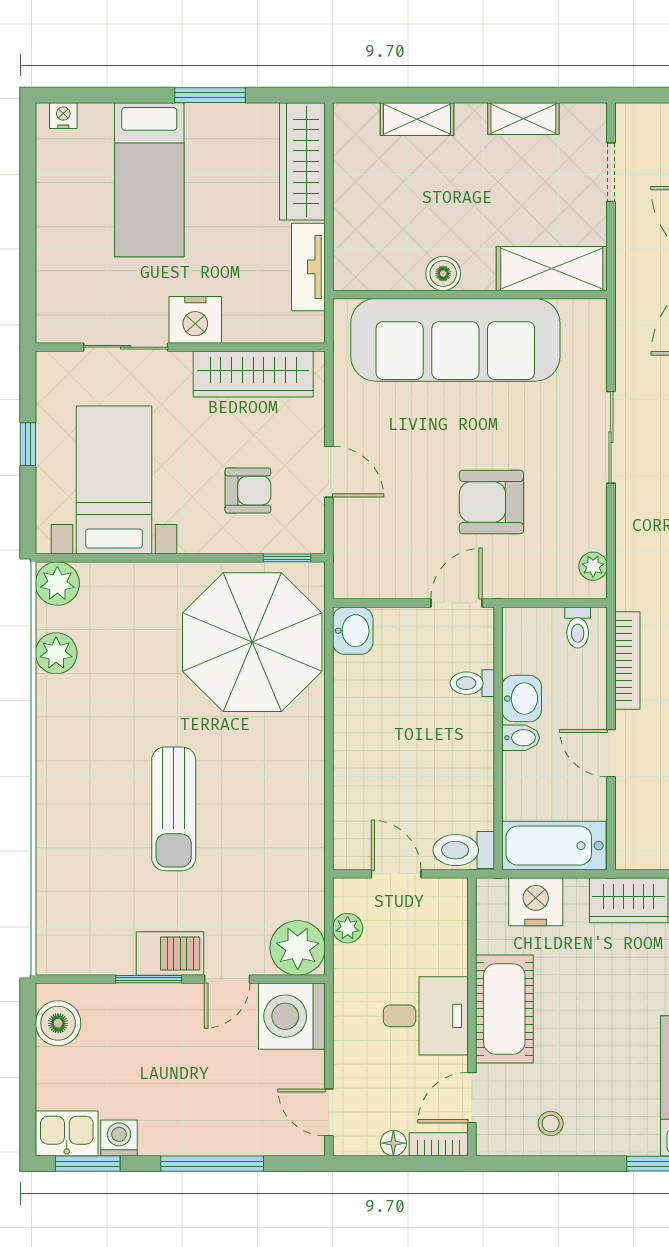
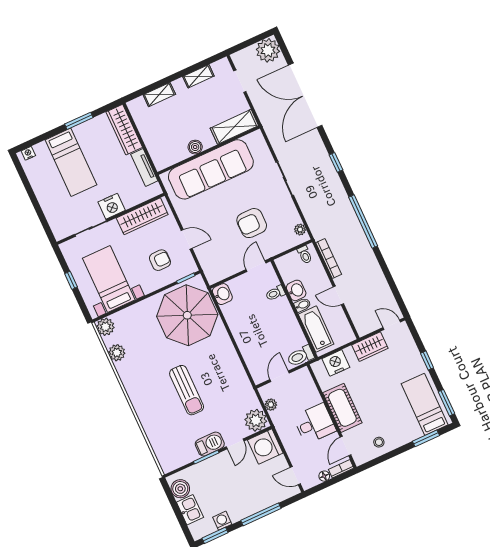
bathtub: (554, 846) -> (316, 329), moved, turned 90
door: (396, 874) -> (280, 376), hinge flipped
kitchen sink: (67, 1133) -> (190, 510), moved, turned 90

